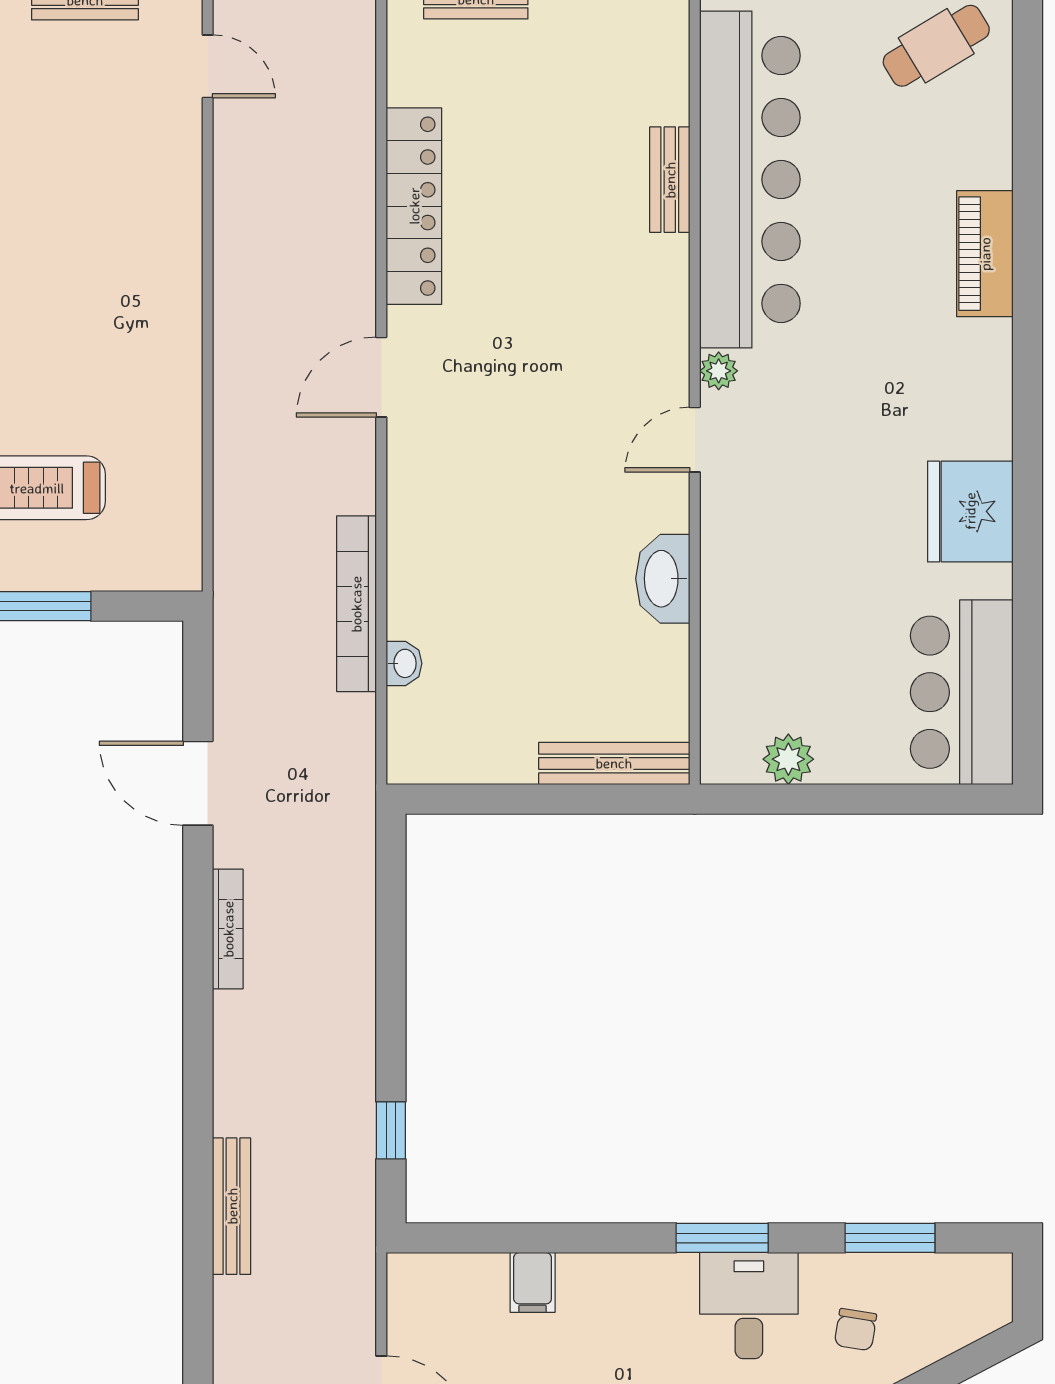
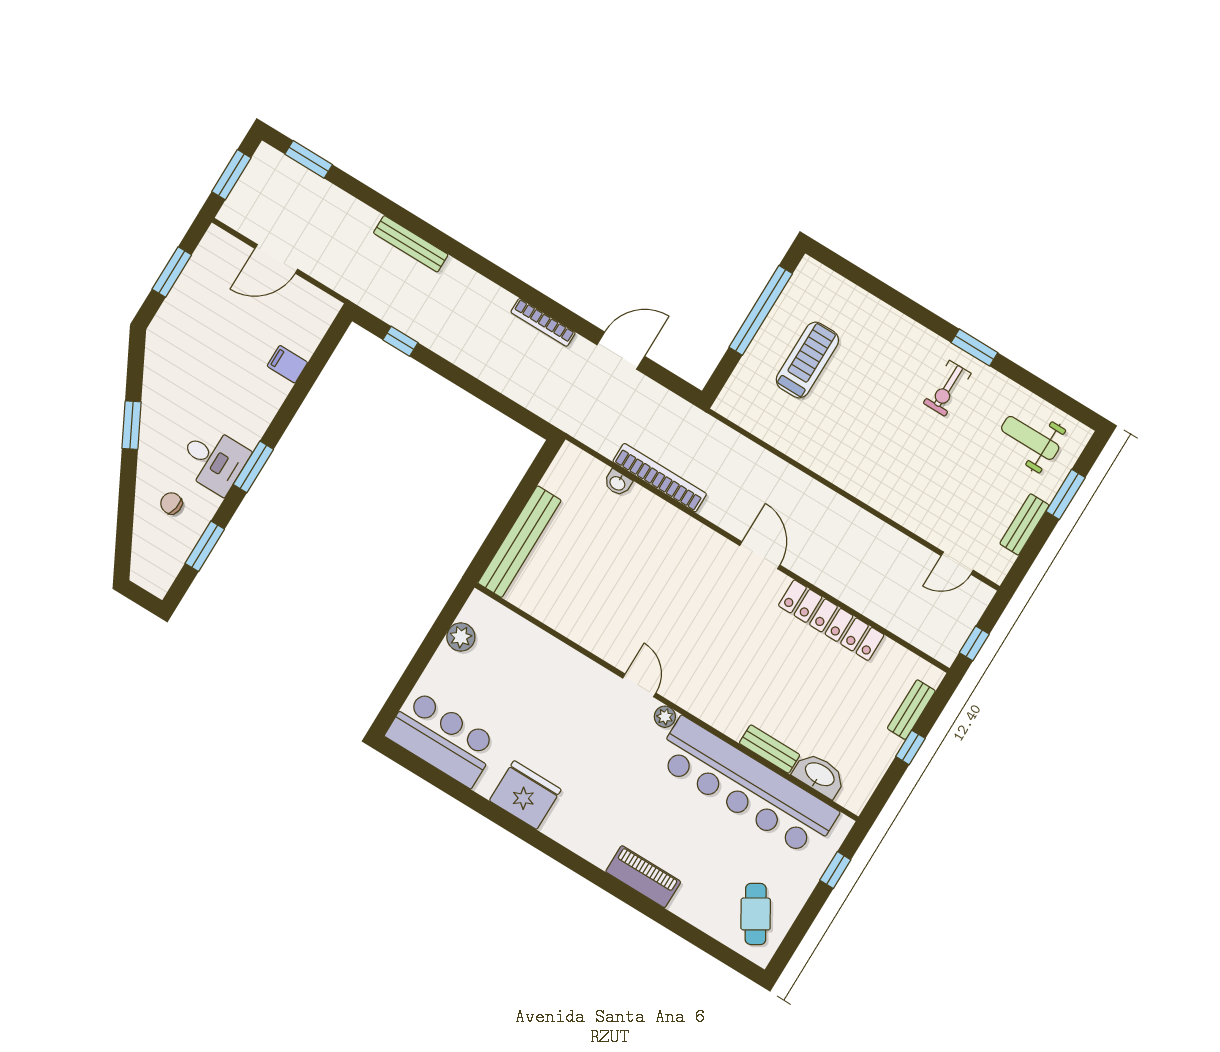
washbasin: (663, 579) -> (819, 775), moved
bench: (614, 763) -> (519, 542), width x1.37, depth x1.21

